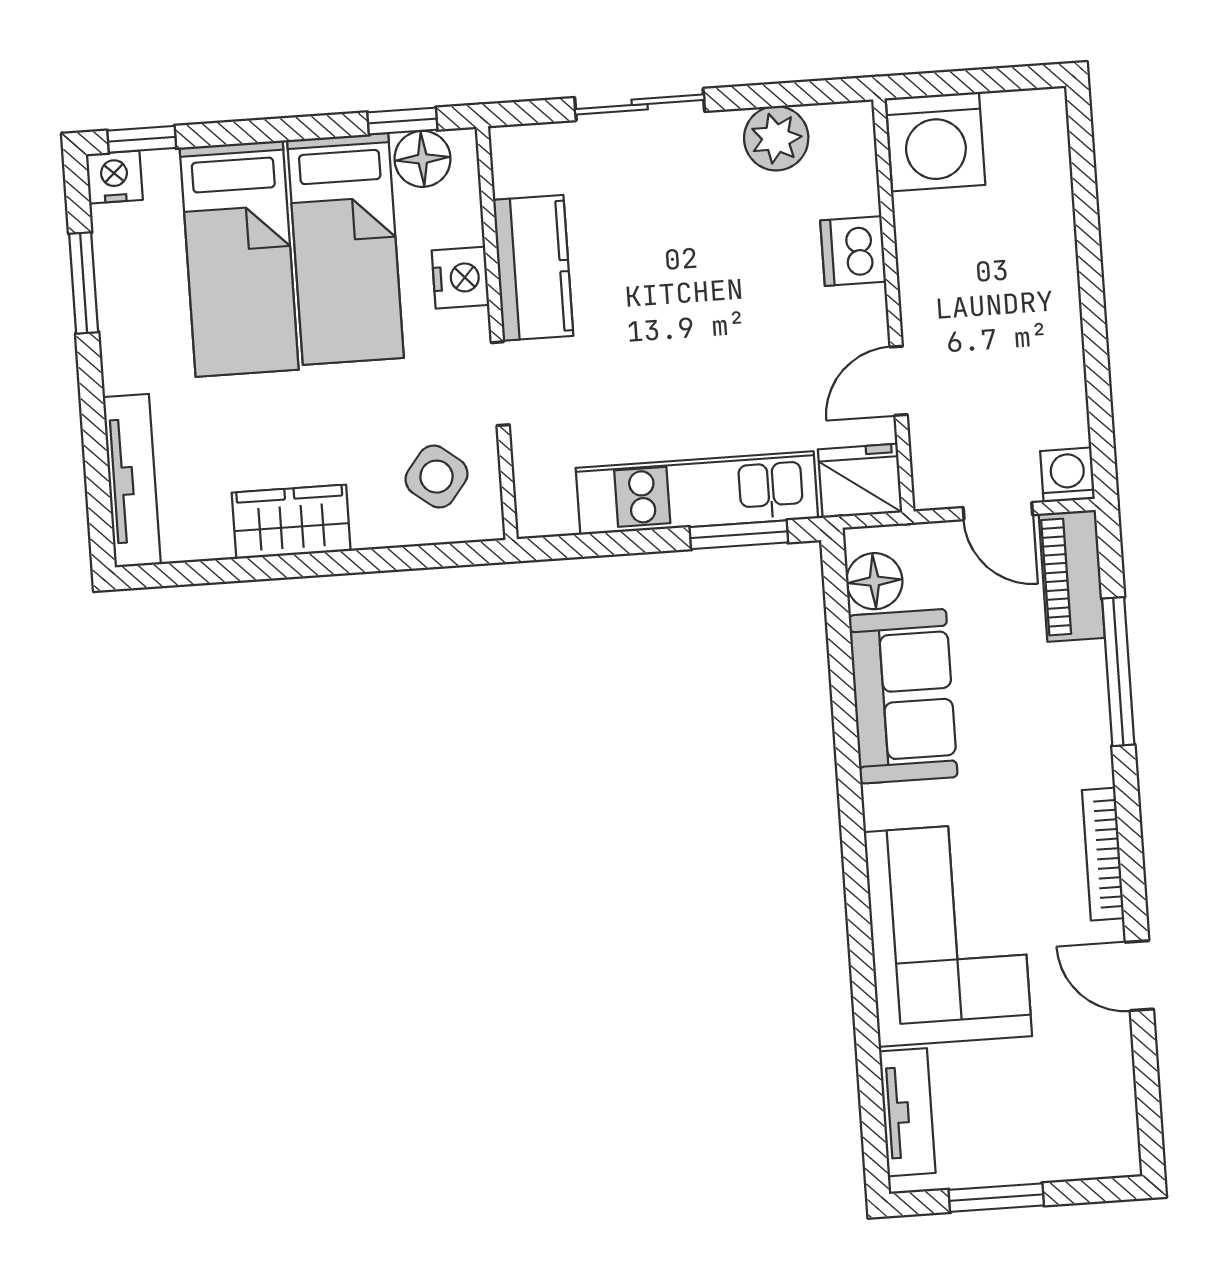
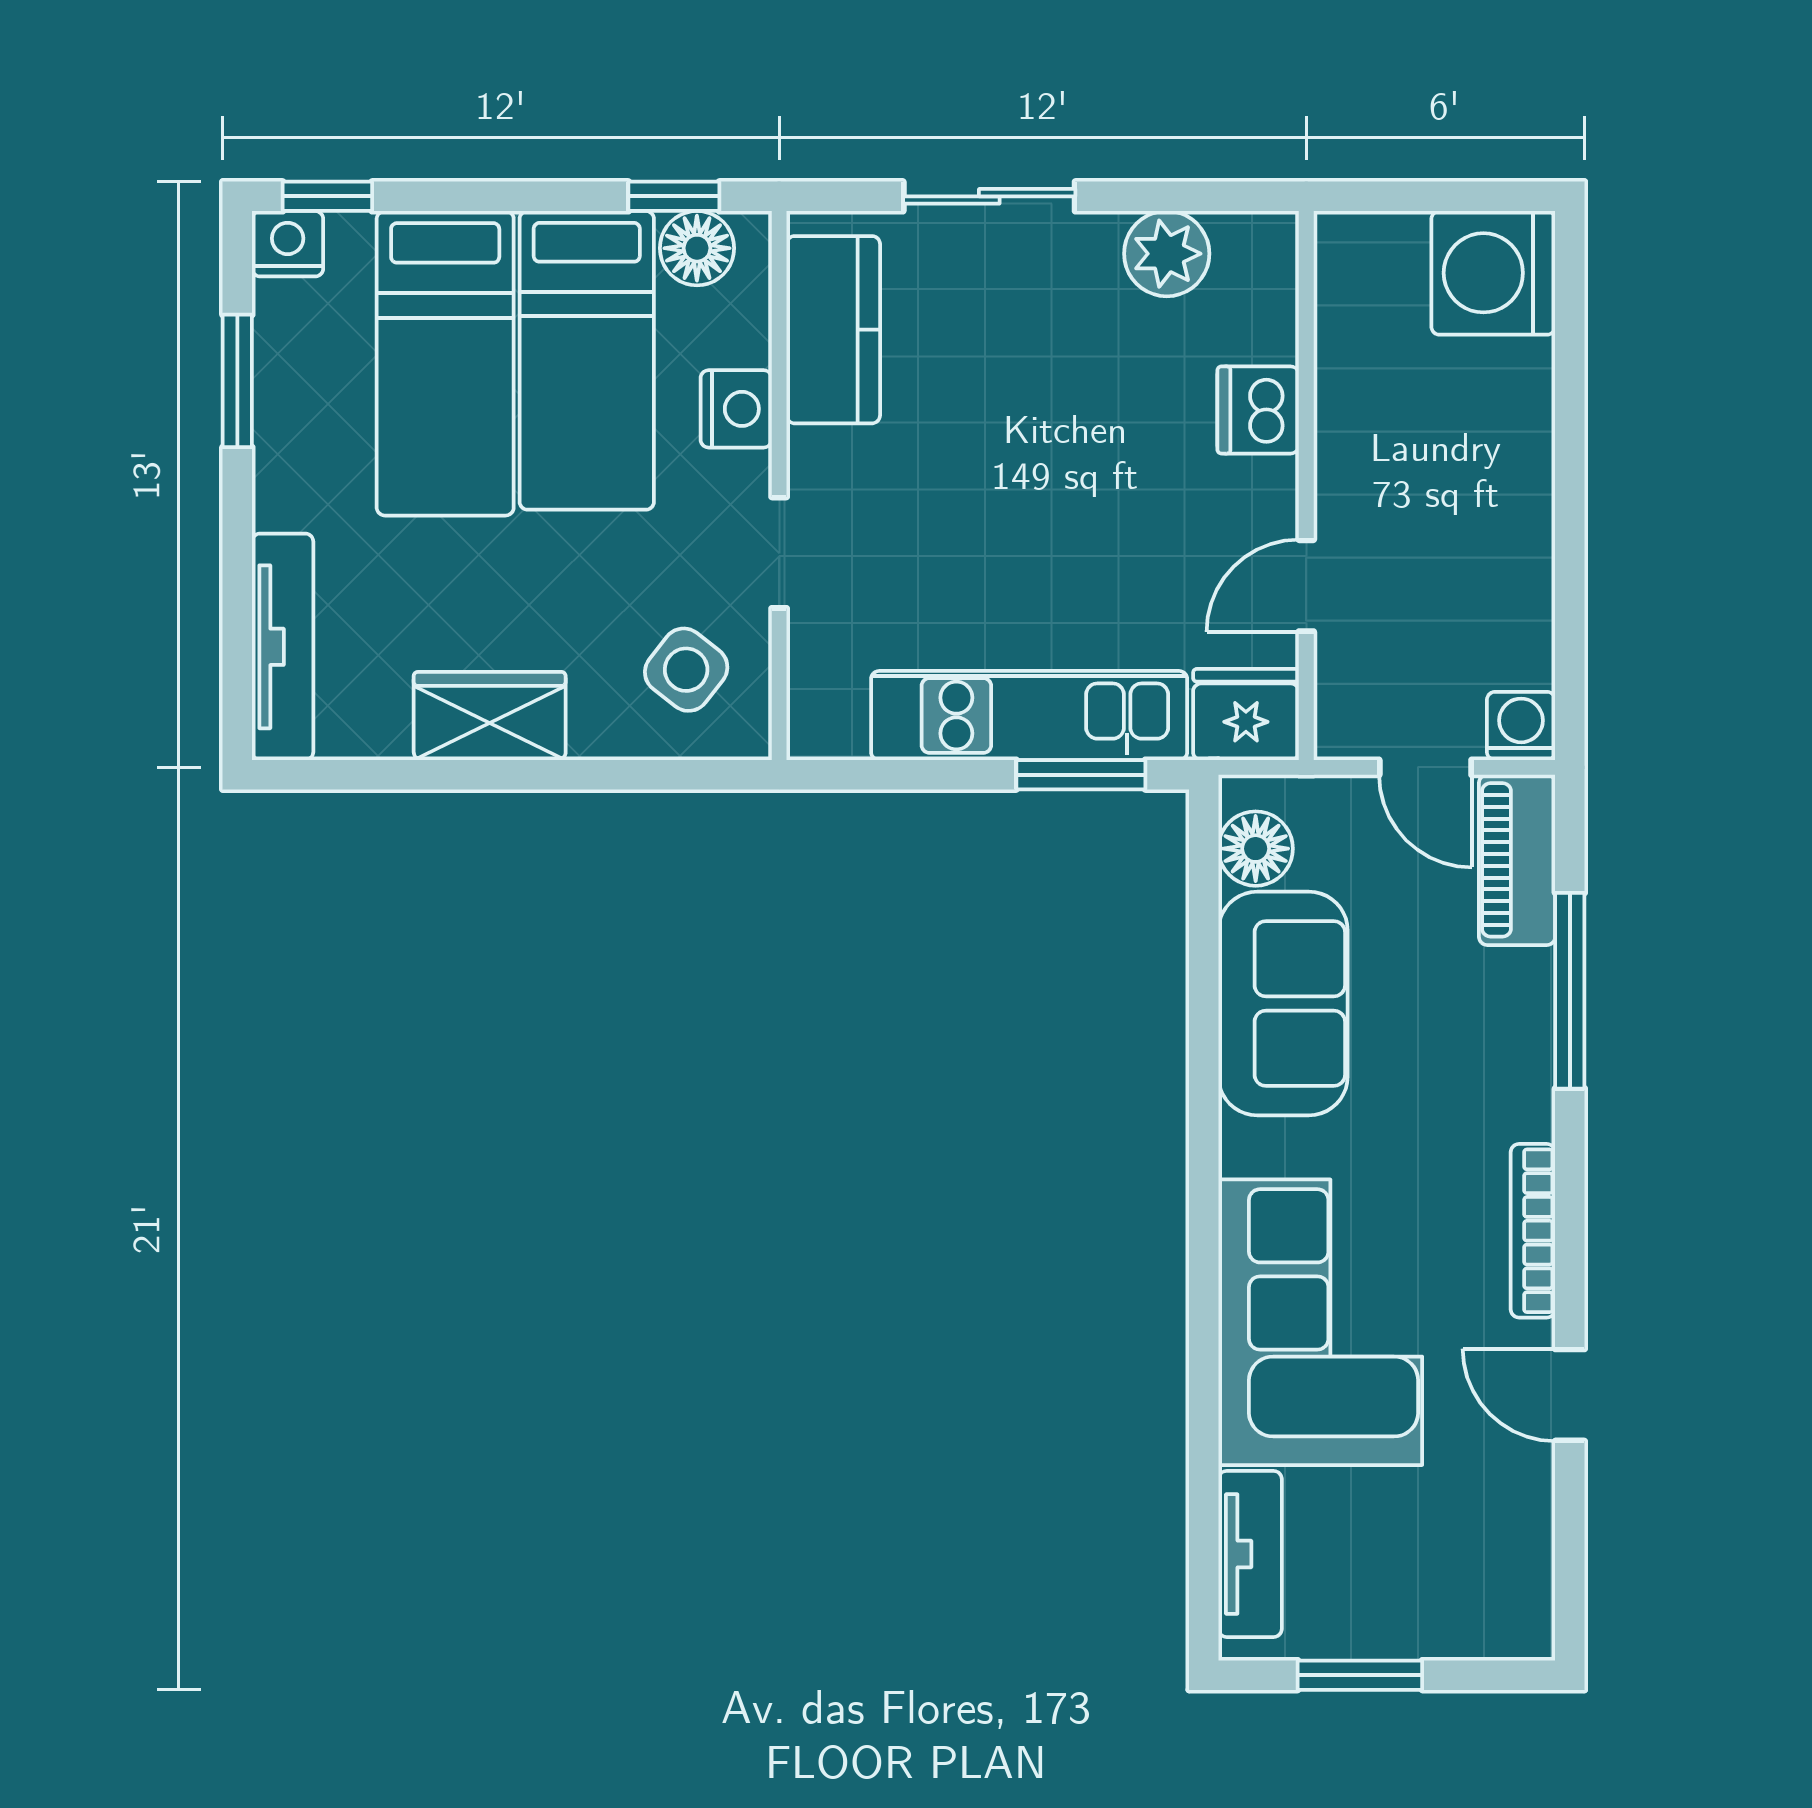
washing machine: (935, 142) -> (1493, 273), moved, turned 90
kitchen counter: (533, 268) -> (833, 330), moved

